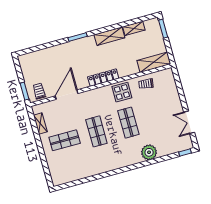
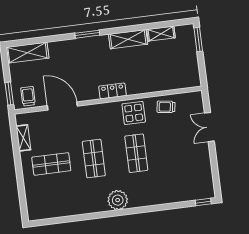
shelving: (154, 62) -> (27, 53), moved
locker: (103, 78) -> (113, 91), width x0.66
door: (67, 95) -> (62, 106), hinge flipped
double door: (189, 122) -> (209, 127), moved
plant: (149, 152) -> (118, 200), moved

